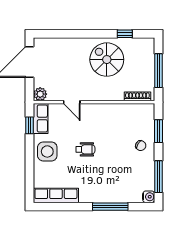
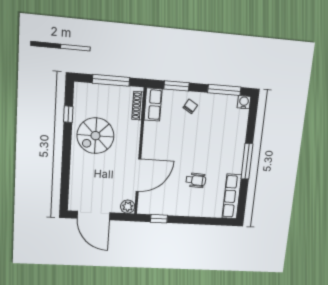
door: (72, 102) -> (138, 175), width x1.87
row of seats: (41, 118) -> (153, 105), moved, turned 90
wheelchair: (85, 149) -> (196, 180), moved, turned 93
side table: (47, 151) -> (187, 203), removed
window: (110, 207) -> (247, 161), moved

